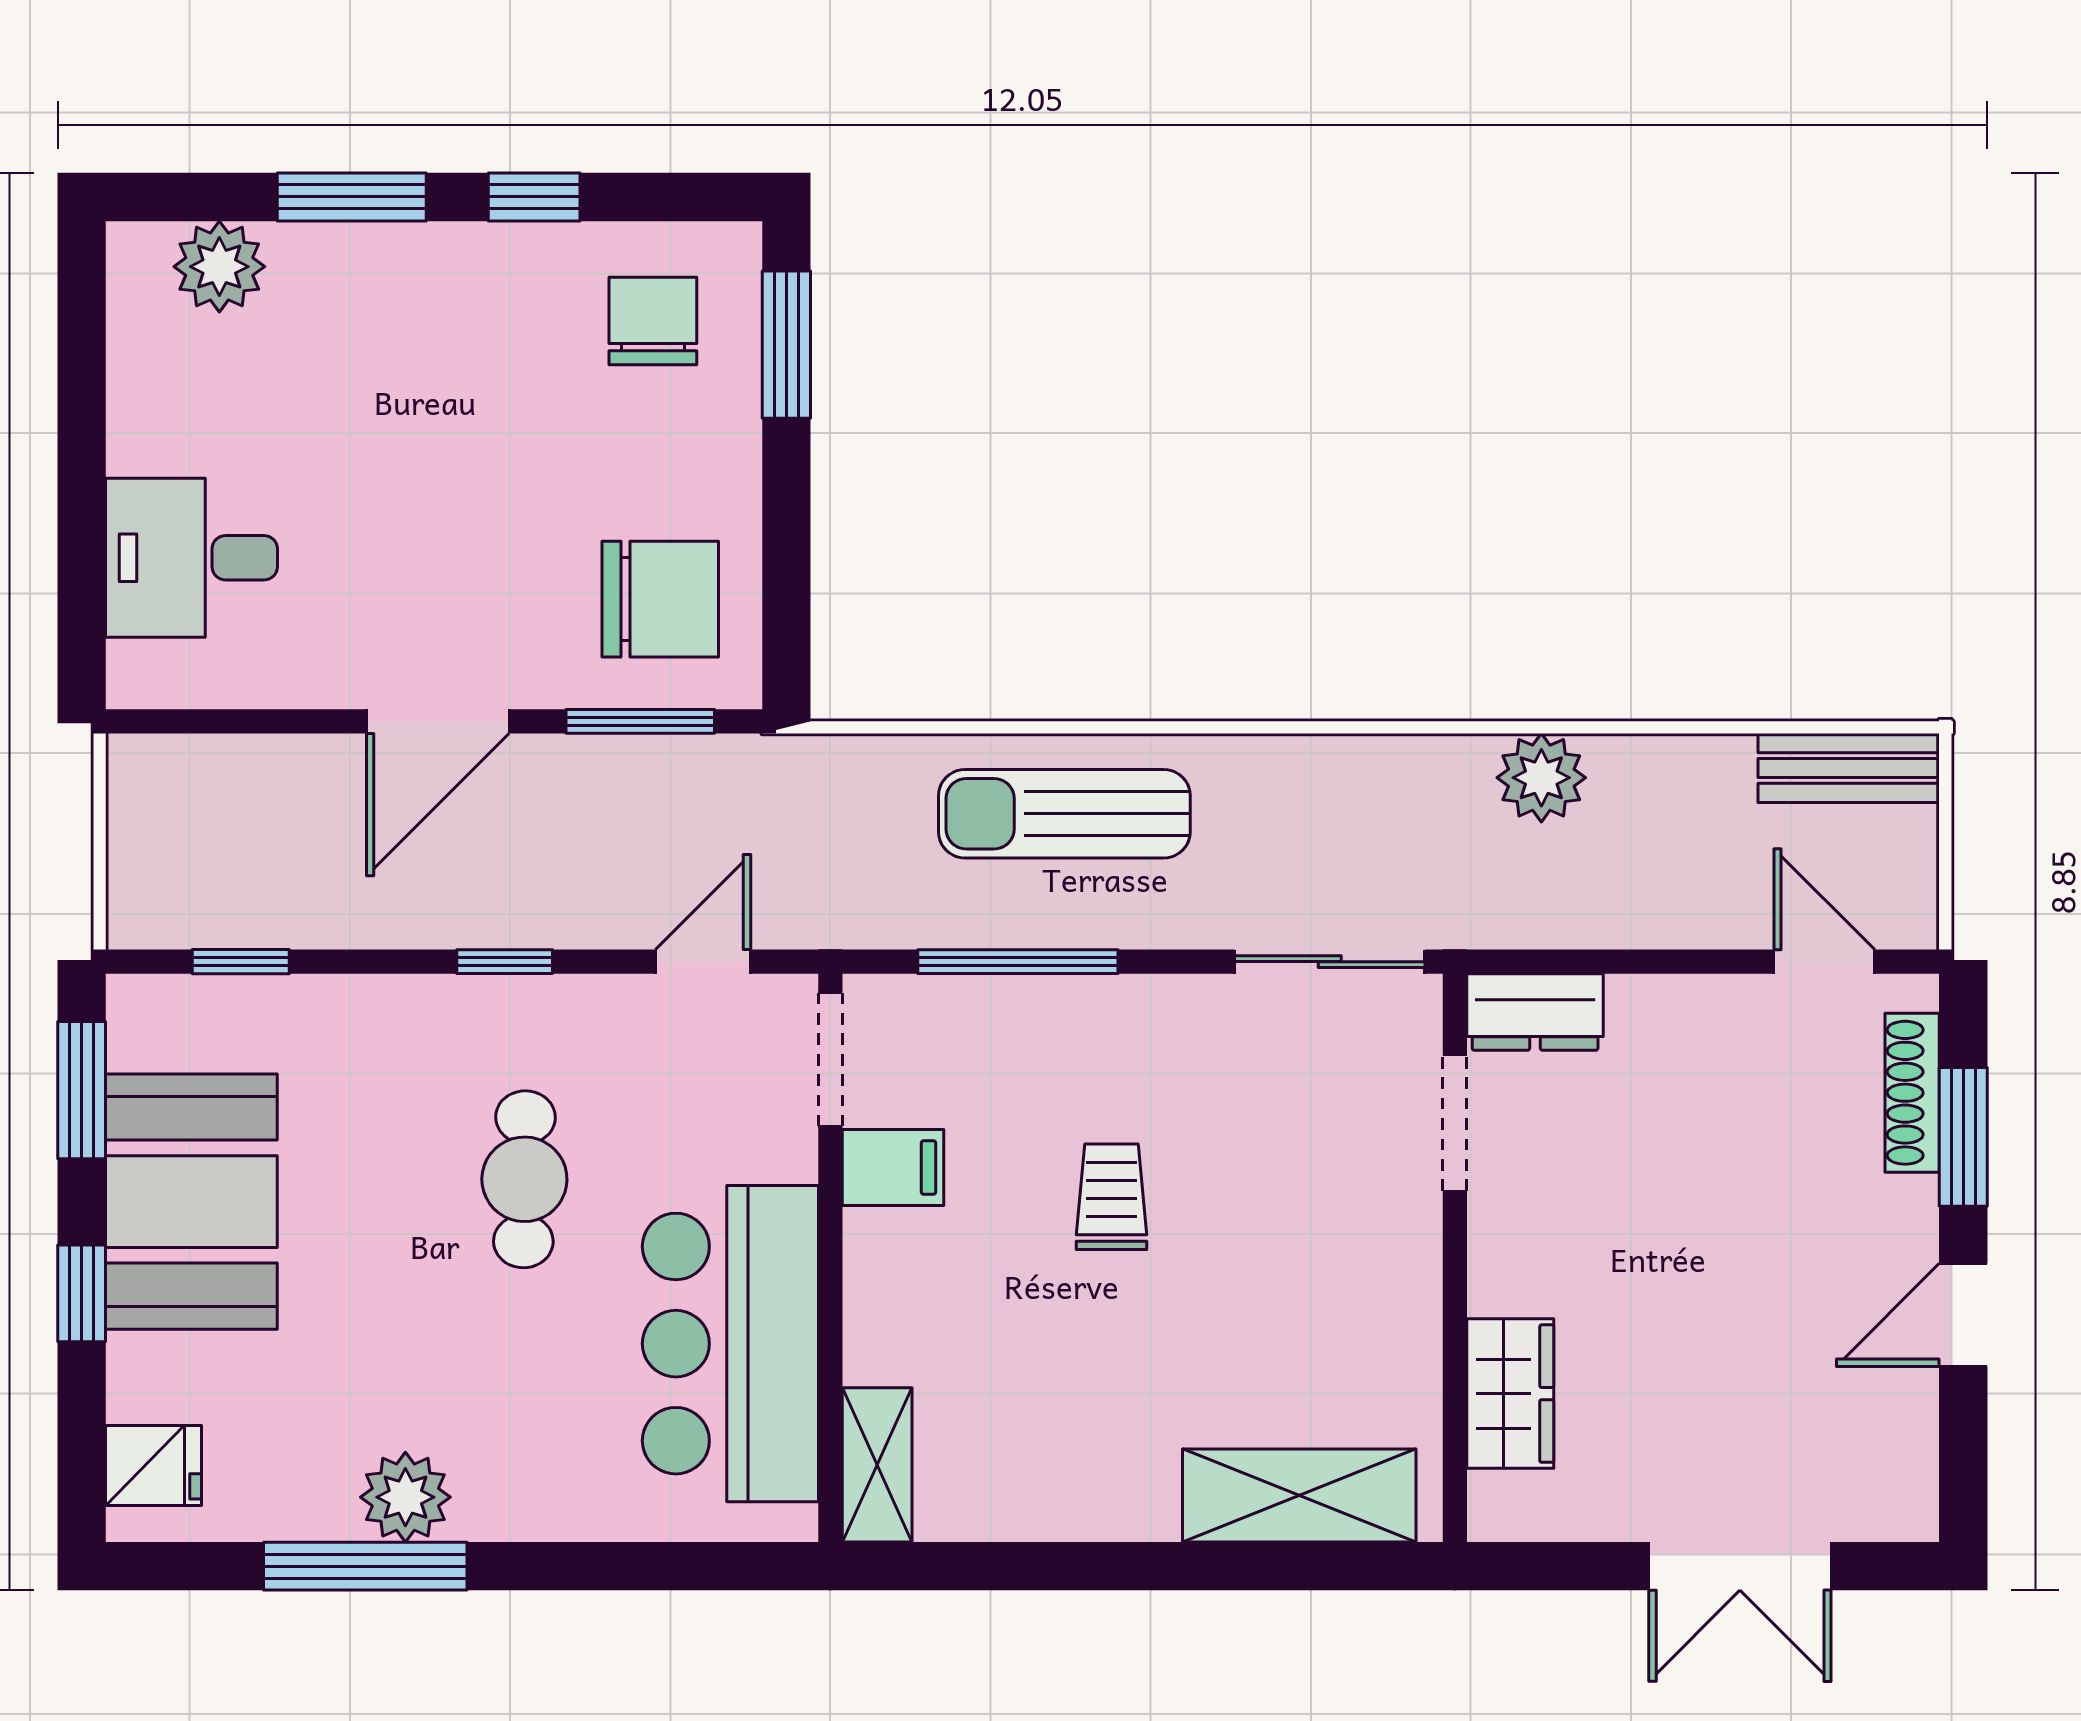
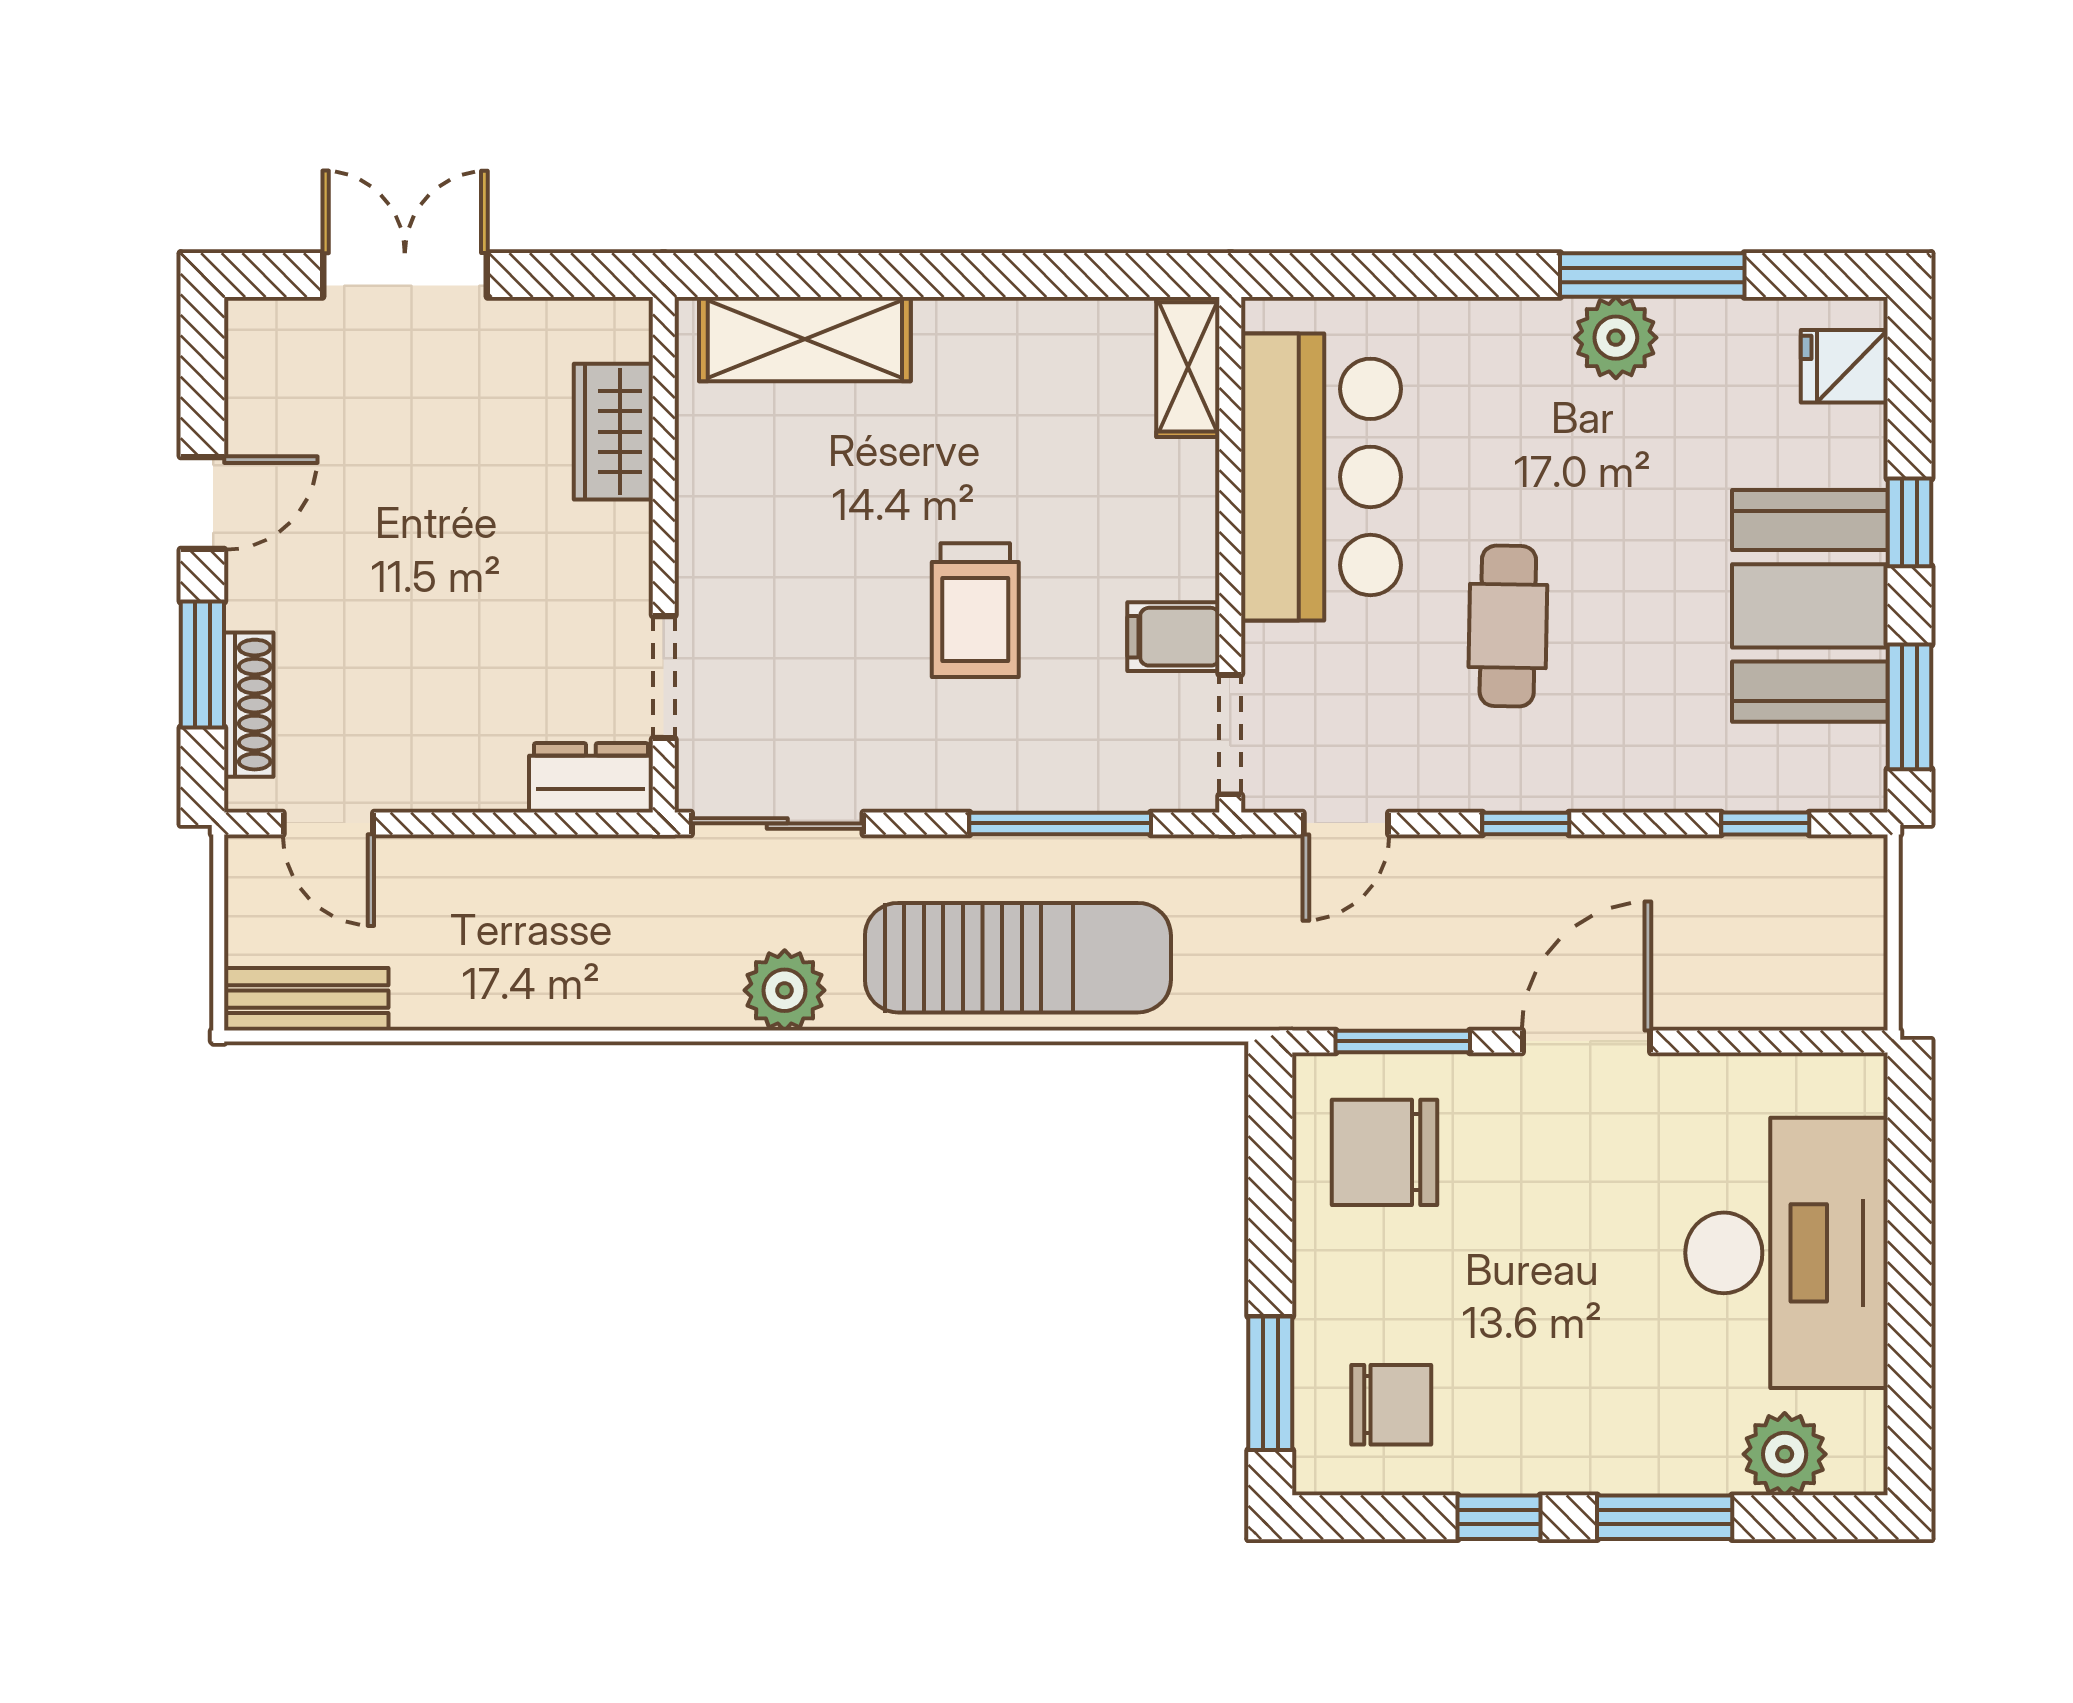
chair: (653, 321) -> (1391, 1405), turned -90
desk: (192, 558) -> (1787, 1253), width x1.87, depth x1.30
plant: (1541, 778) -> (785, 990), moved
sun lounger: (1064, 814) -> (1018, 958), width x1.36, depth x1.34
trolley: (1111, 1197) -> (975, 610), width x1.36, depth x1.39

